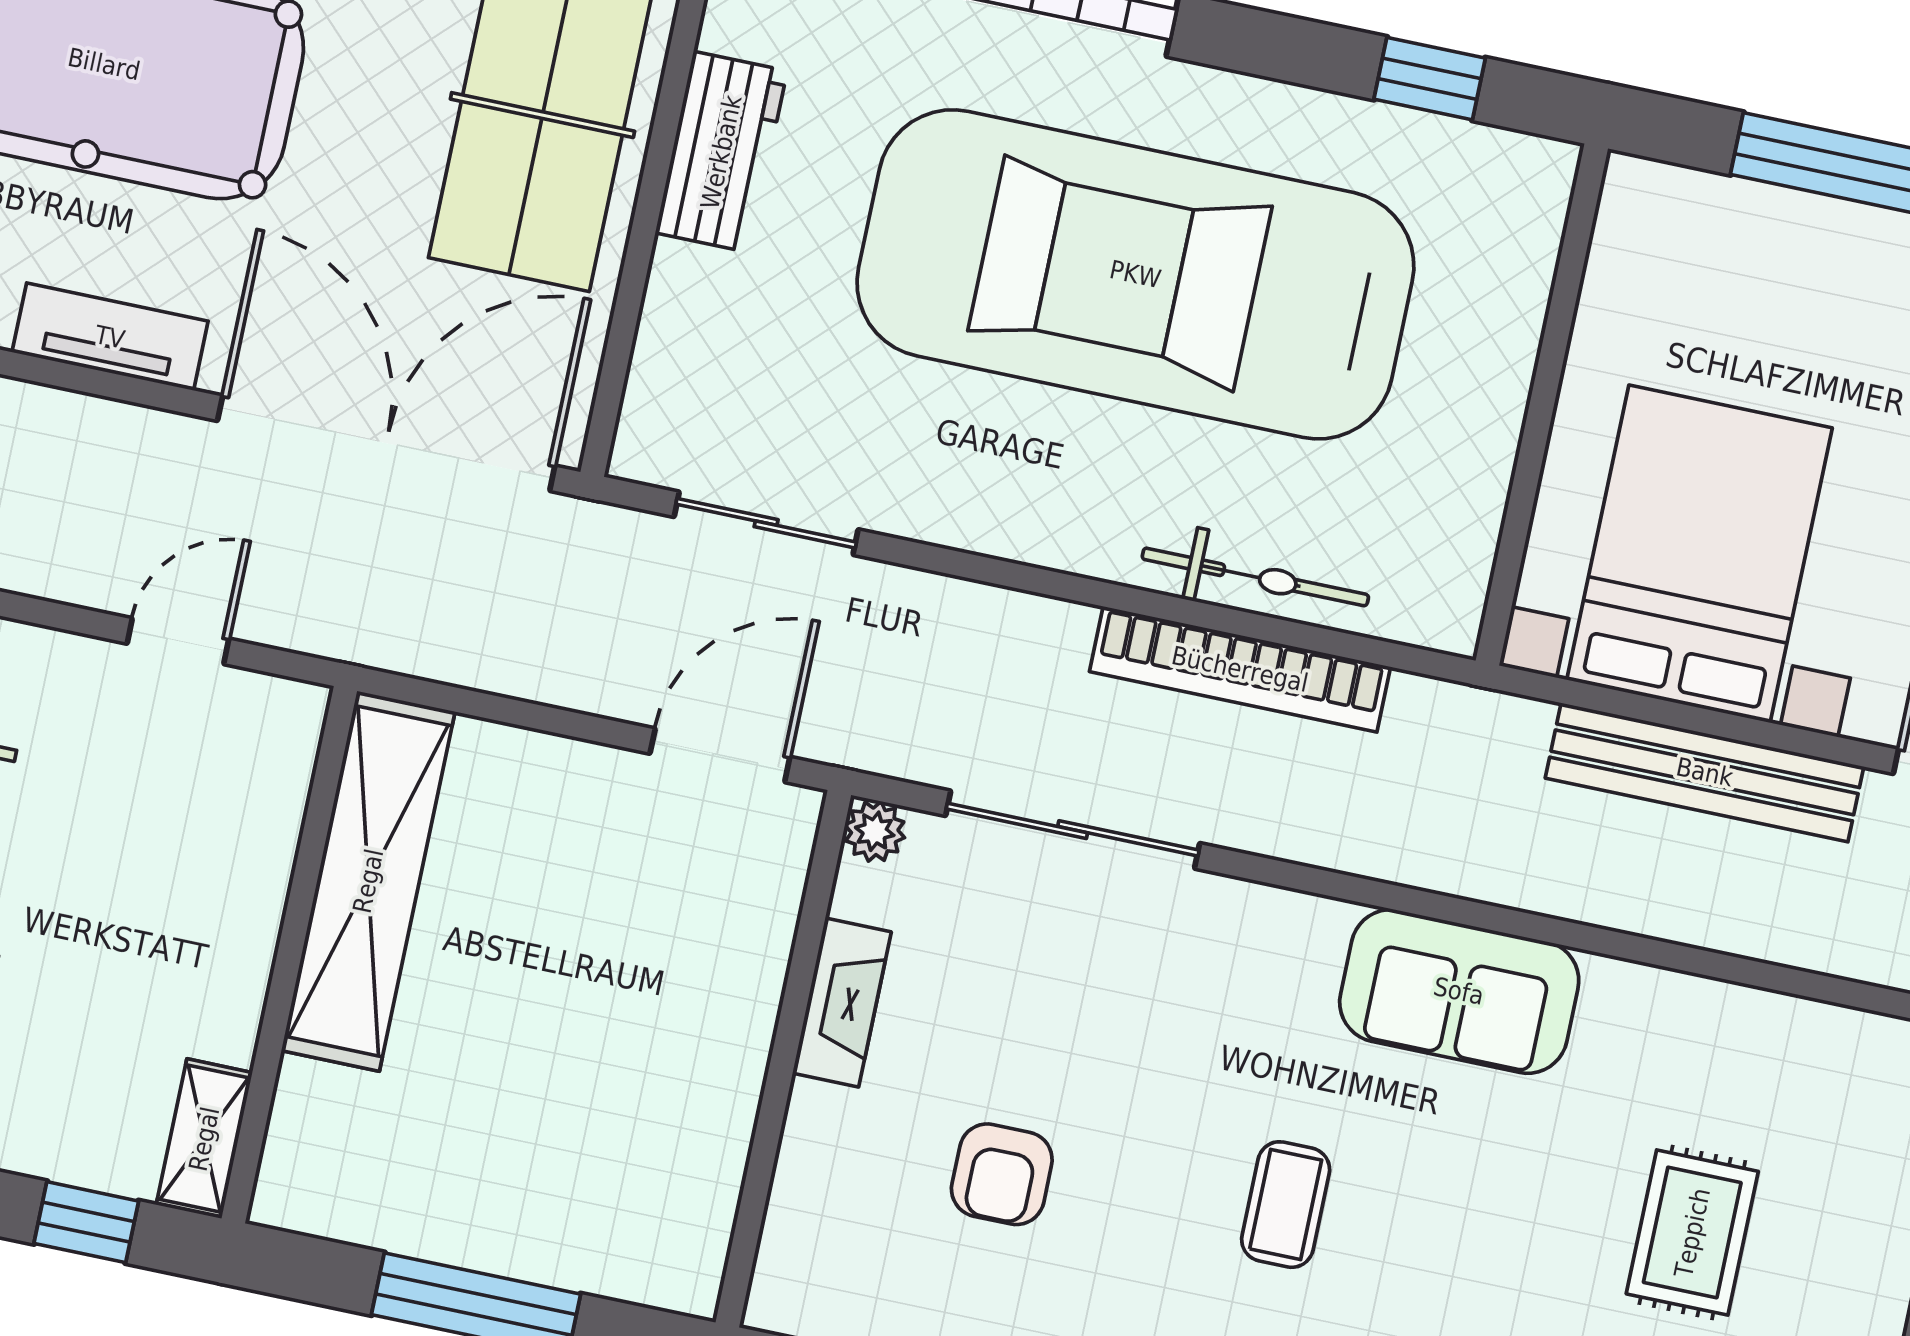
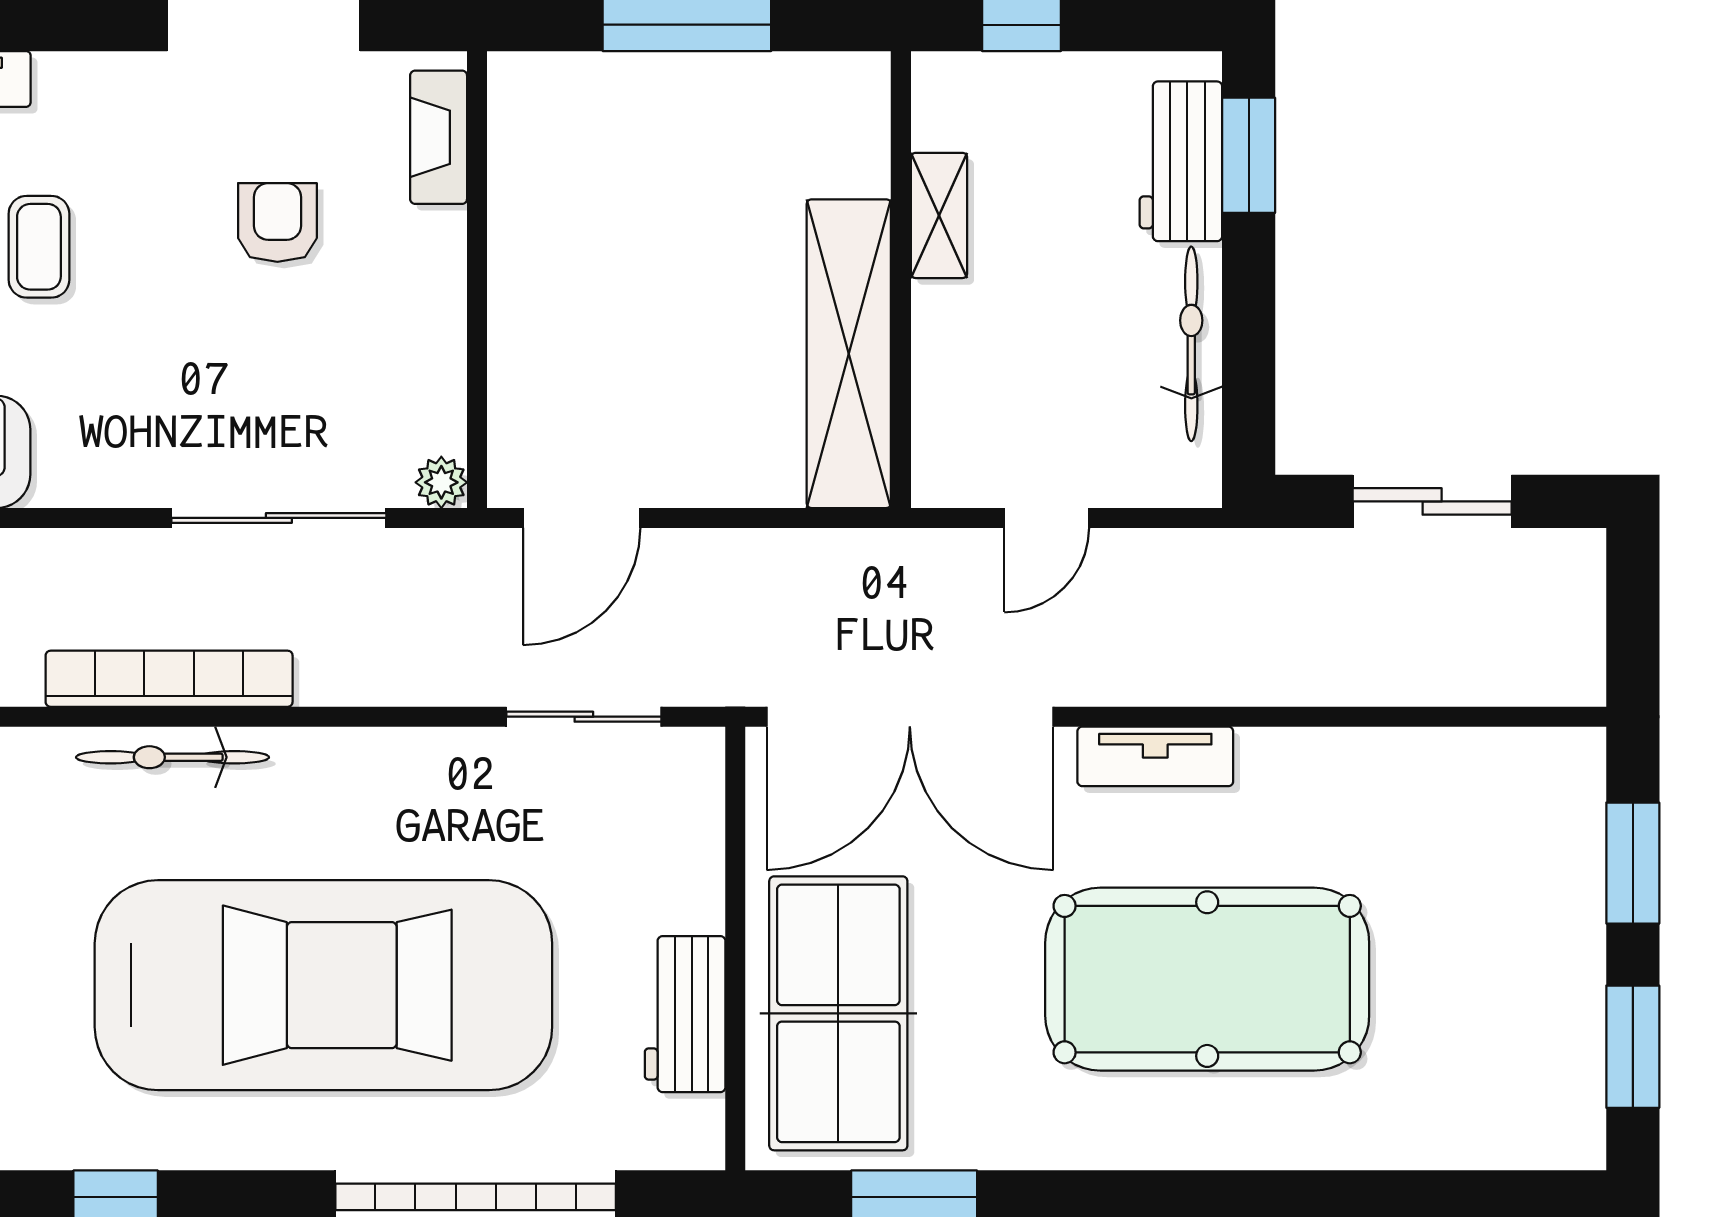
fireplace: (842, 1003) -> (439, 137), moved
shelving: (204, 1139) -> (939, 215), moved

